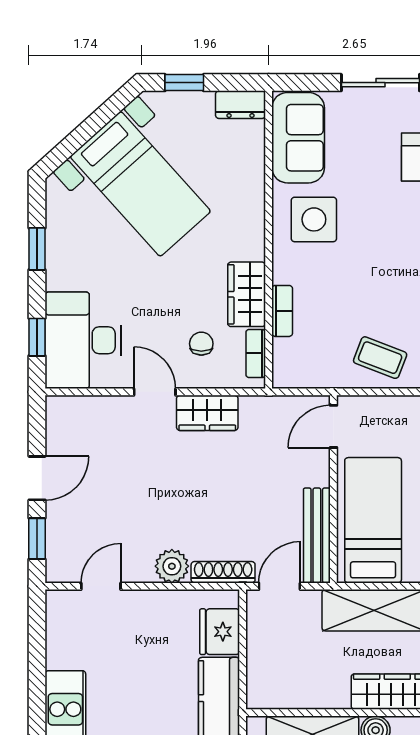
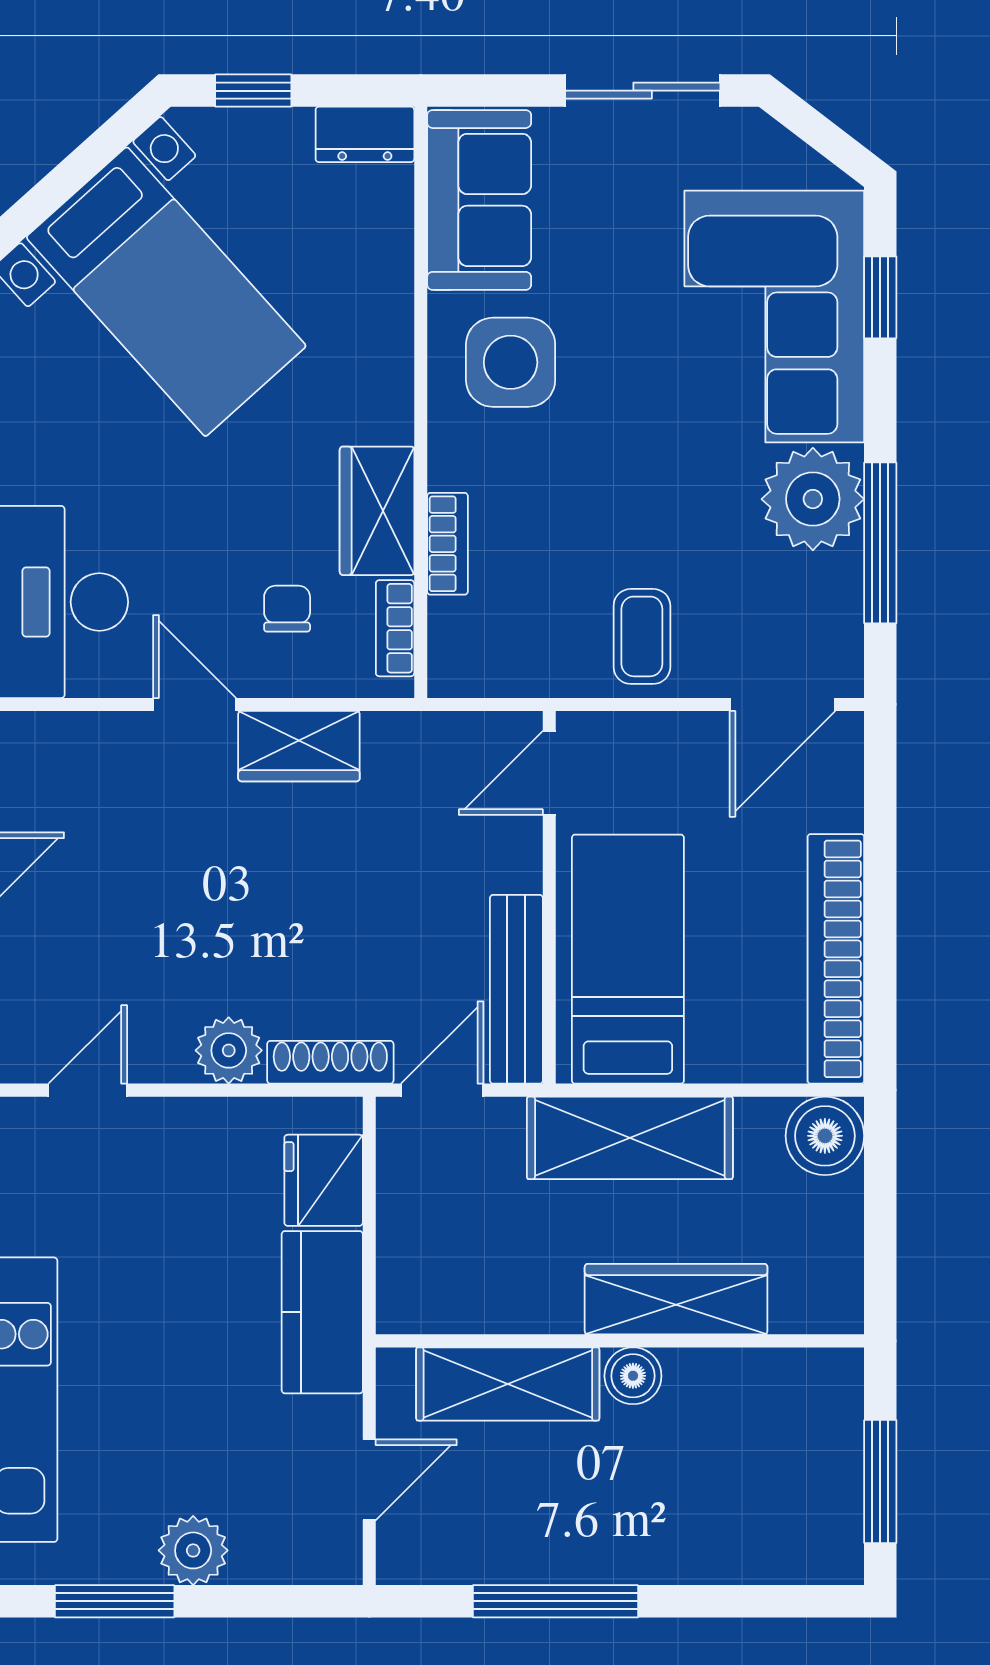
coffee table: (380, 358) -> (642, 636), turned 69

